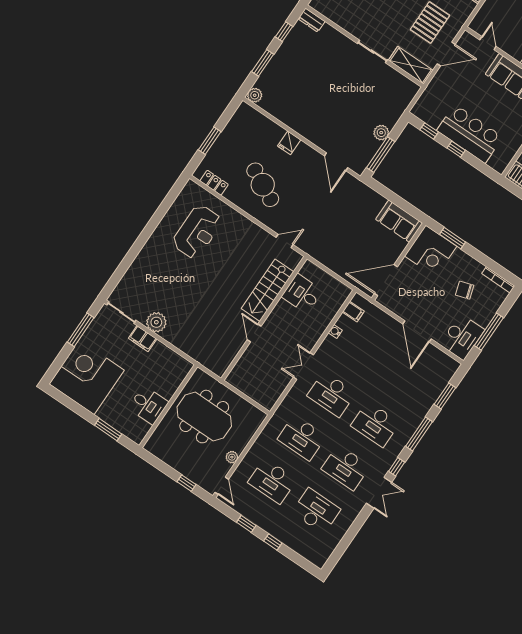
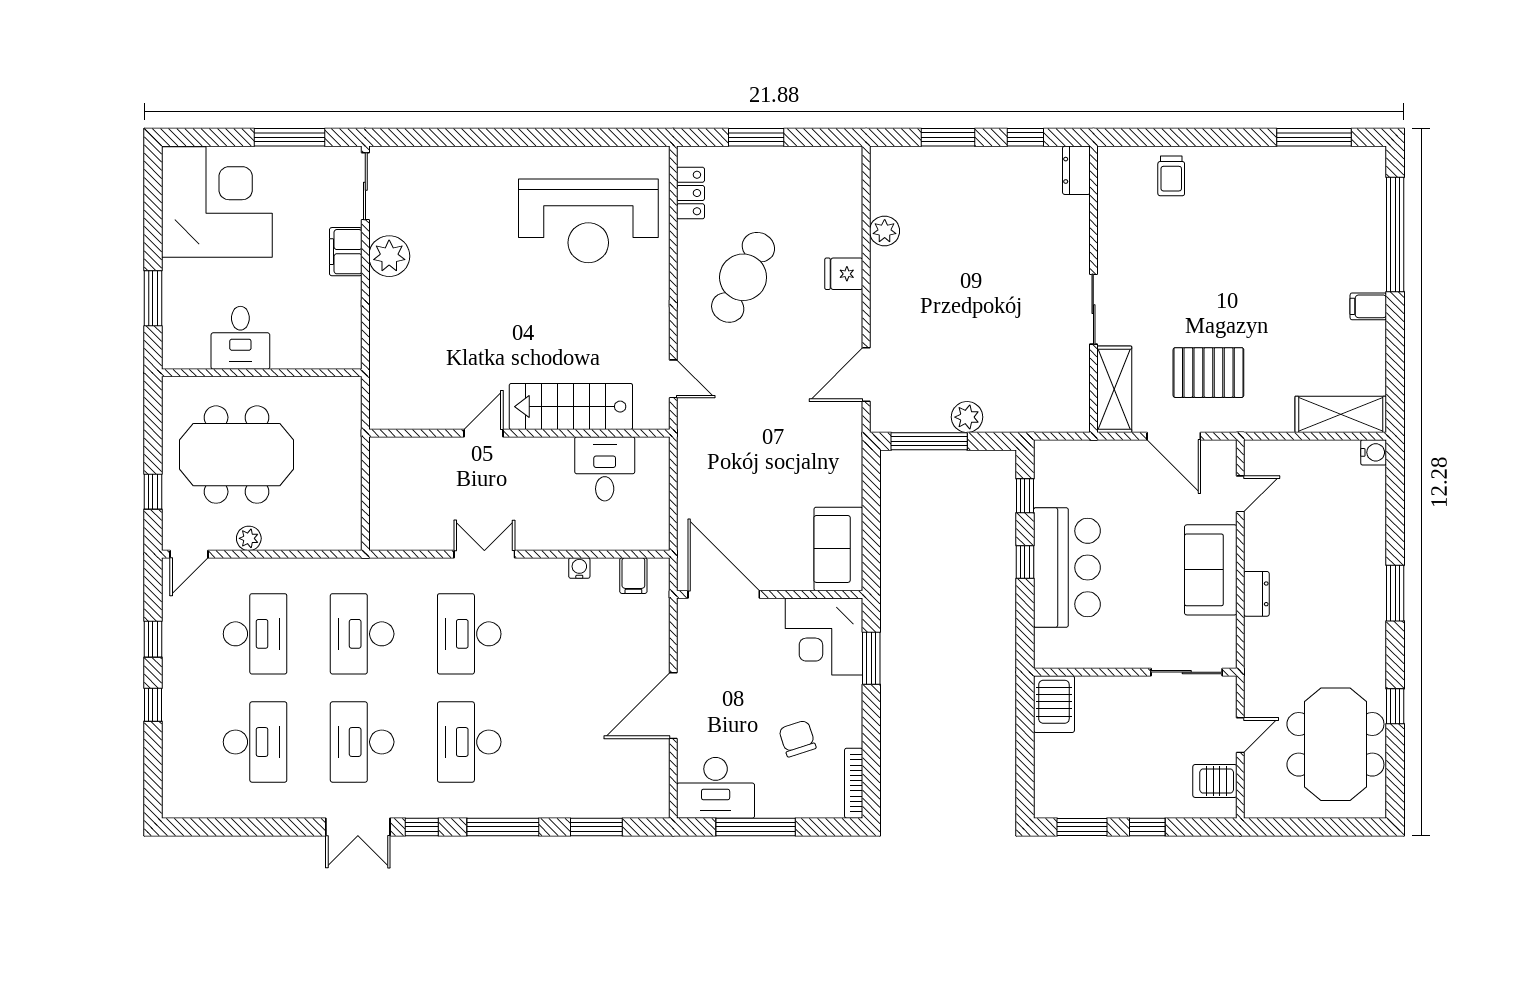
plant: (255, 95) -> (885, 231), moved
reception desk: (197, 232) -> (588, 221), width x1.36, depth x1.30
meeting table: (204, 417) -> (237, 455), moved, turned 90
desk: (272, 481) -> (255, 634), turned 180

